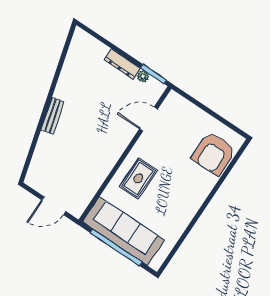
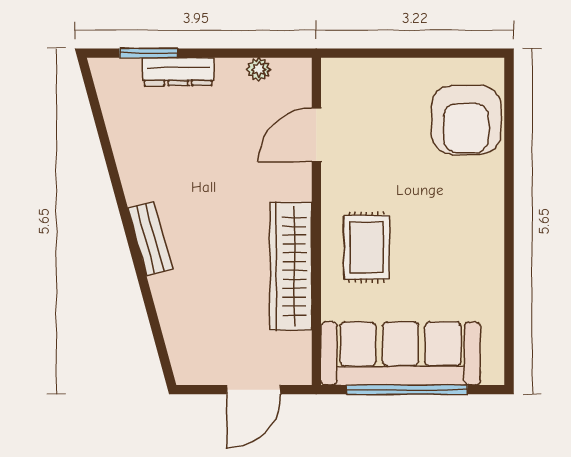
dresser: (122, 64) -> (178, 72), moved
window: (153, 74) -> (149, 53), moved
wardrobe: (102, 166) -> (291, 266), added

